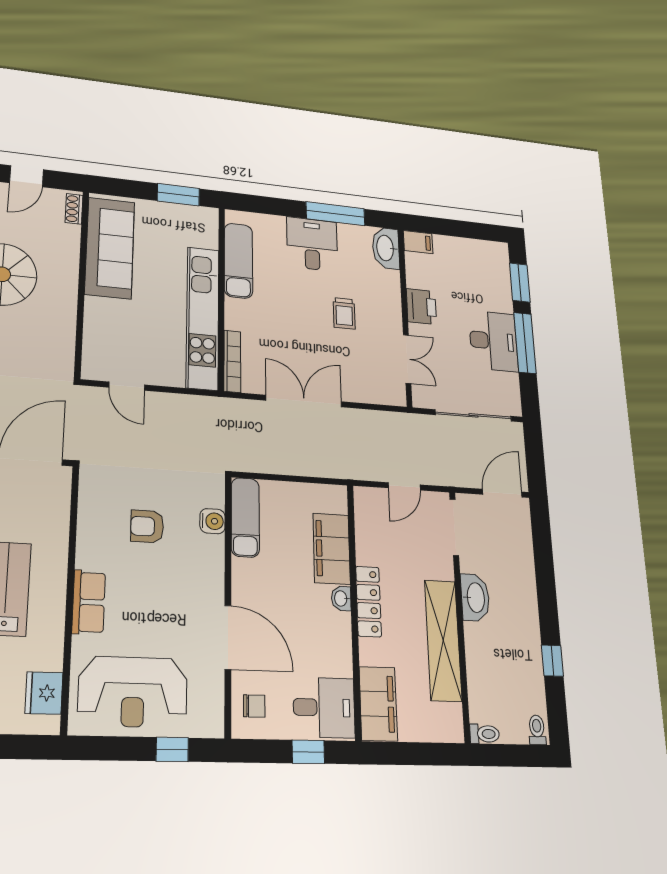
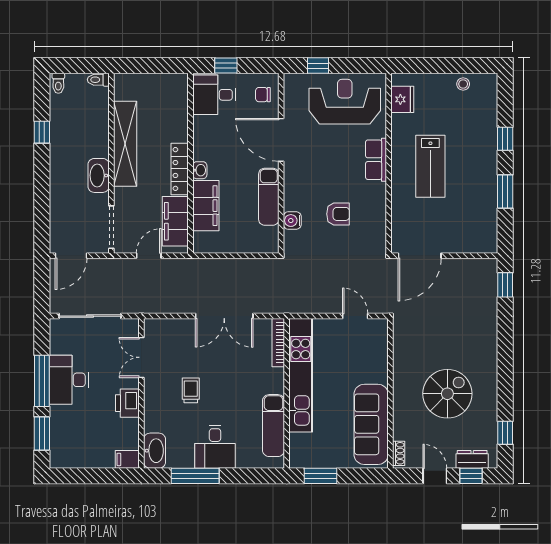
door: (26, 176) -> (435, 476), hinge flipped
exam couch: (245, 517) -> (269, 197), moved
filing cabinet: (378, 704) -> (175, 221), moved

